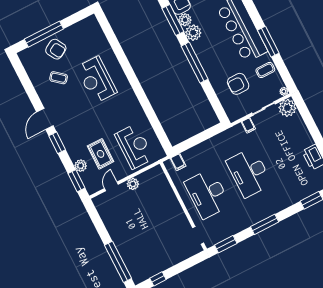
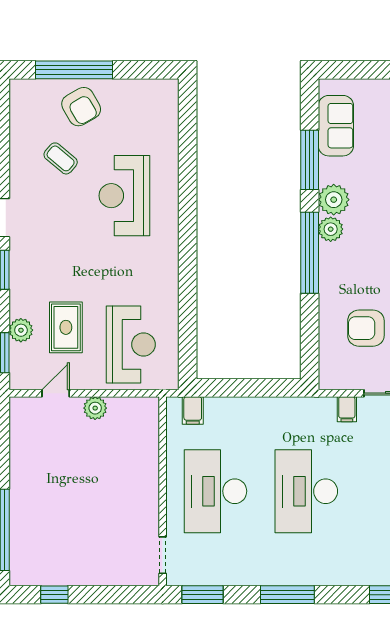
plant: (185, 20) -> (331, 229), moved

